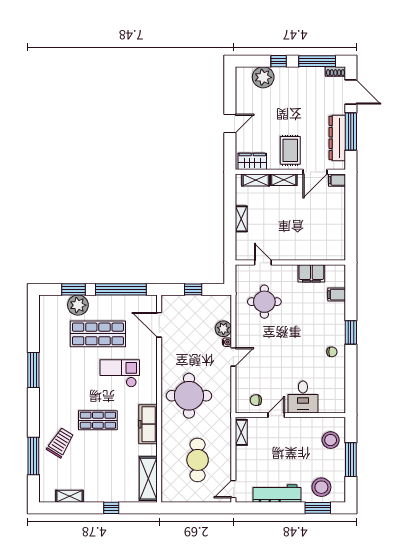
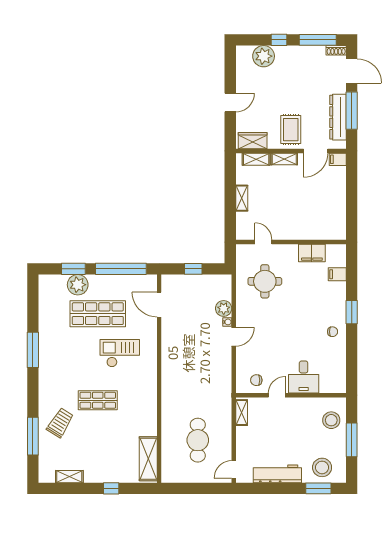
round table: (189, 396) -> (189, 376), removed
freezer: (148, 424) -> (148, 404), removed

